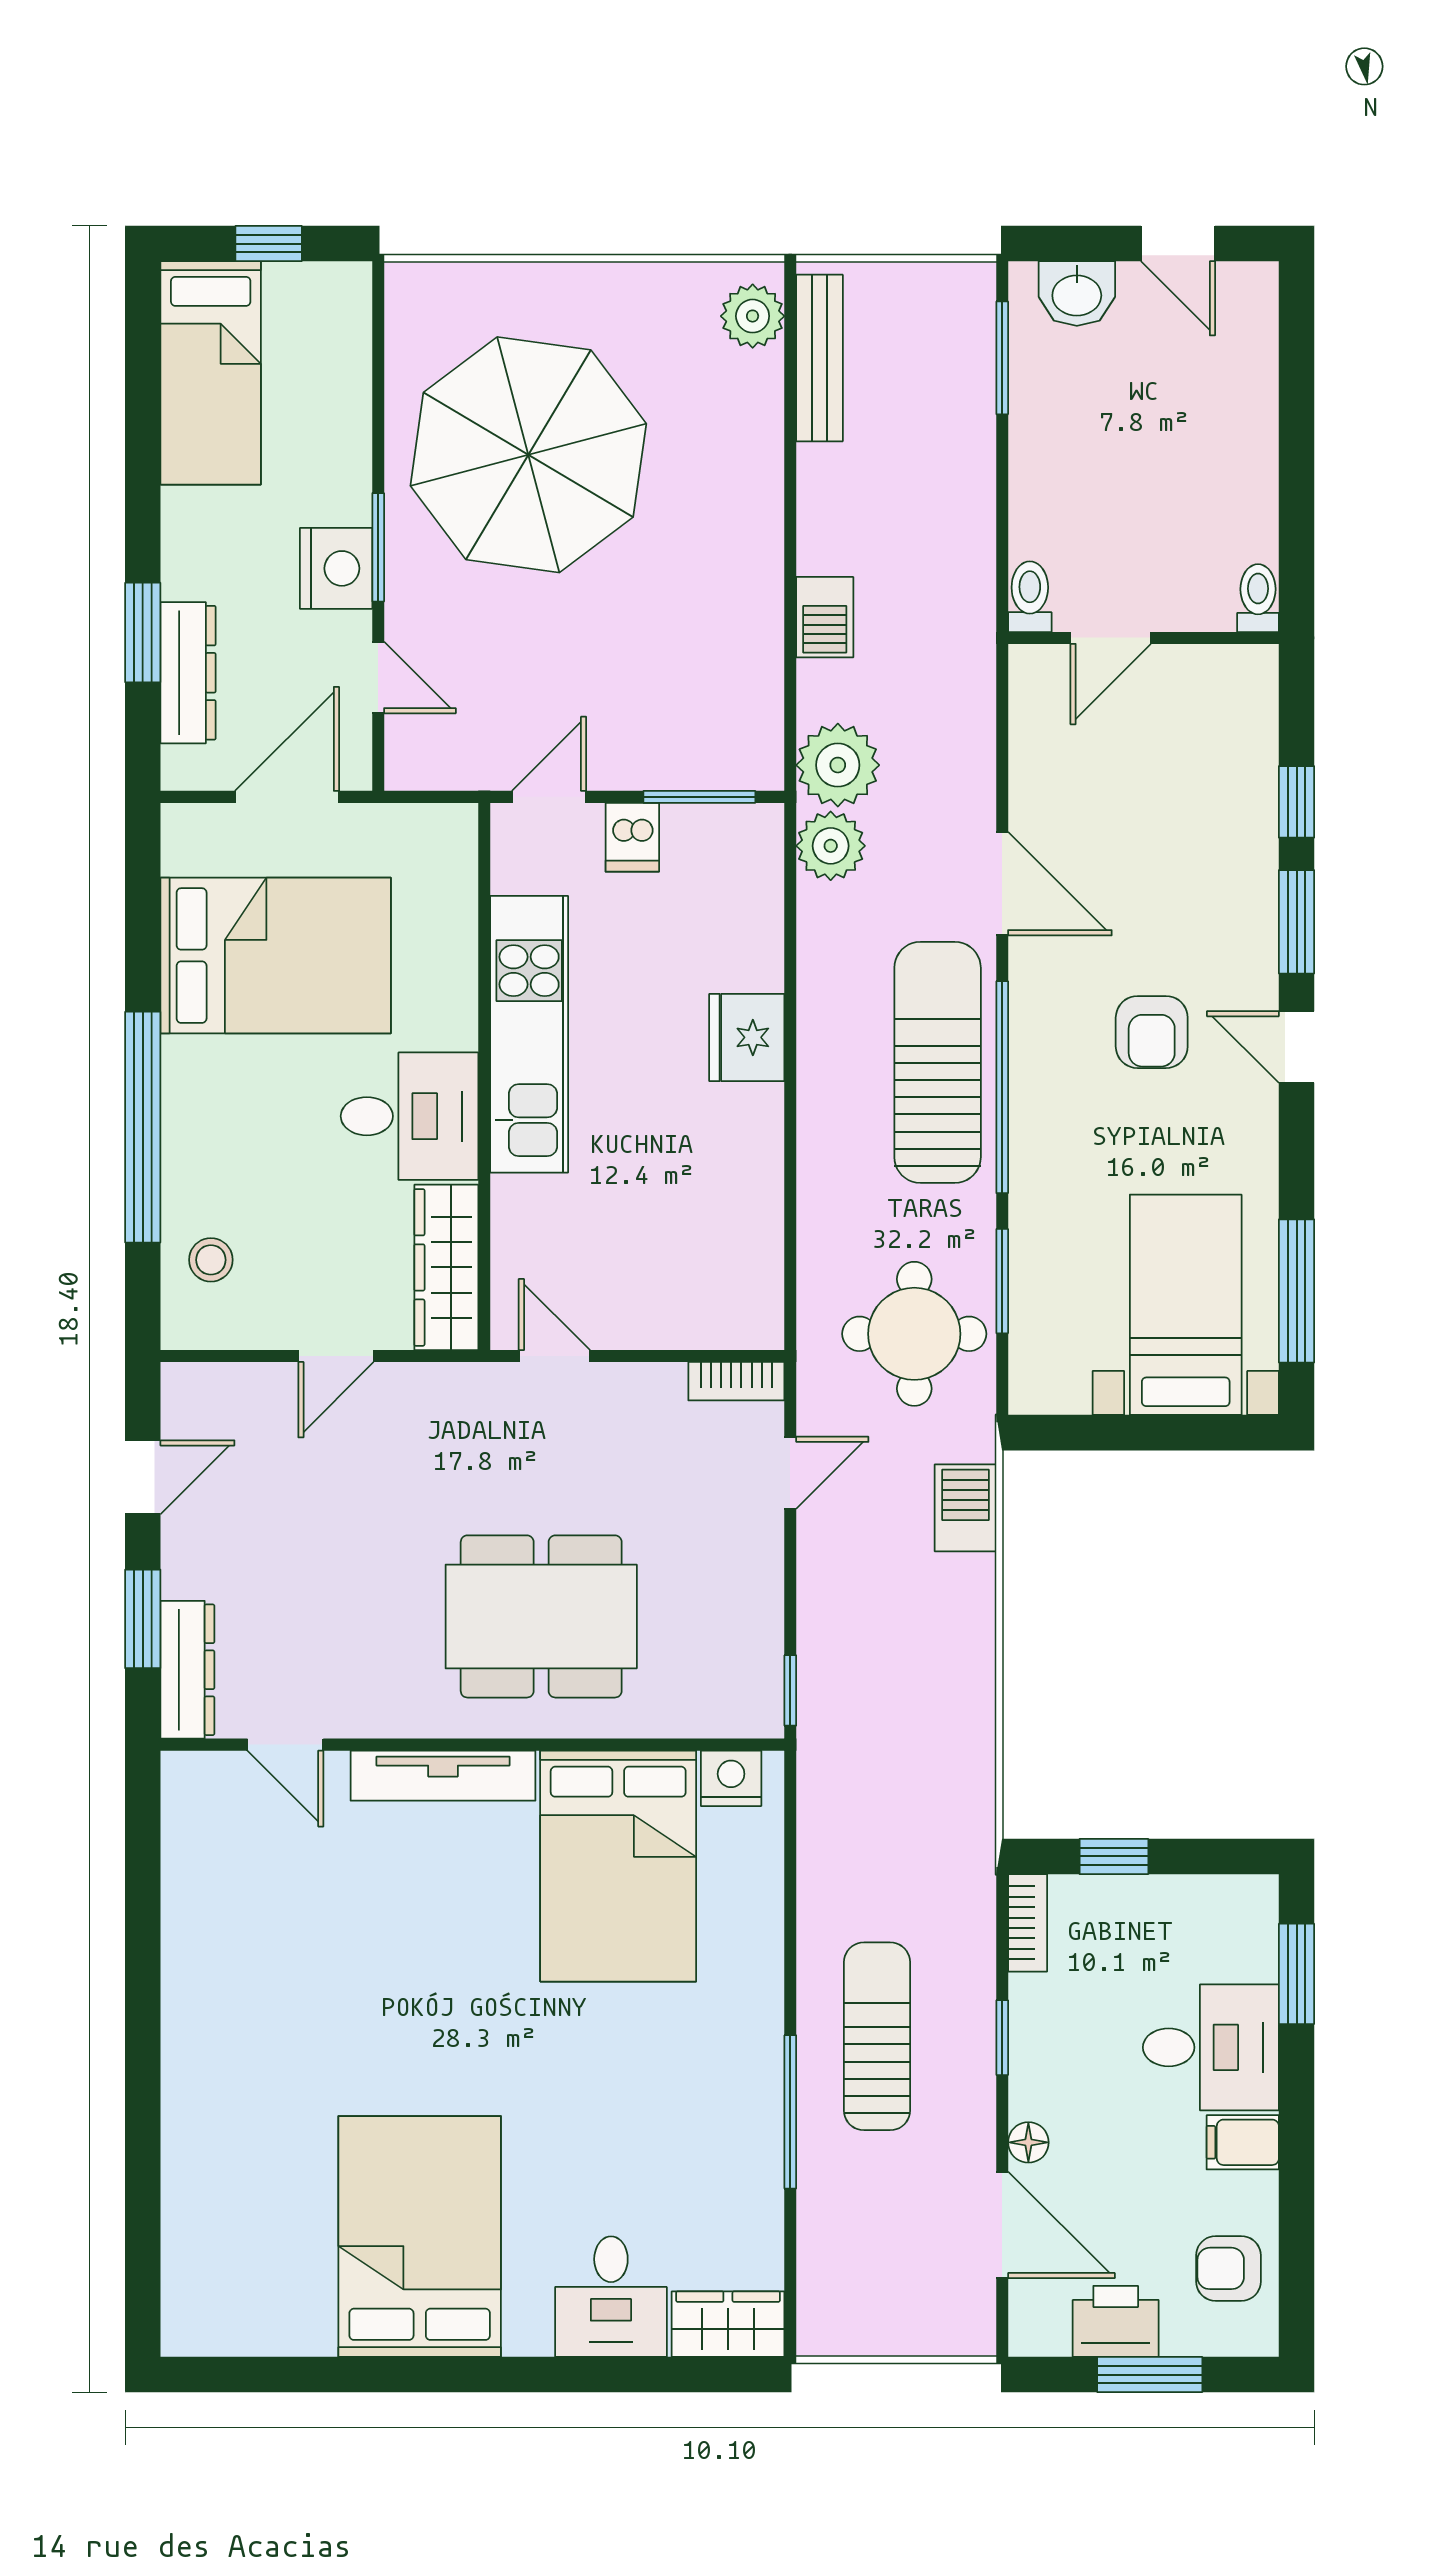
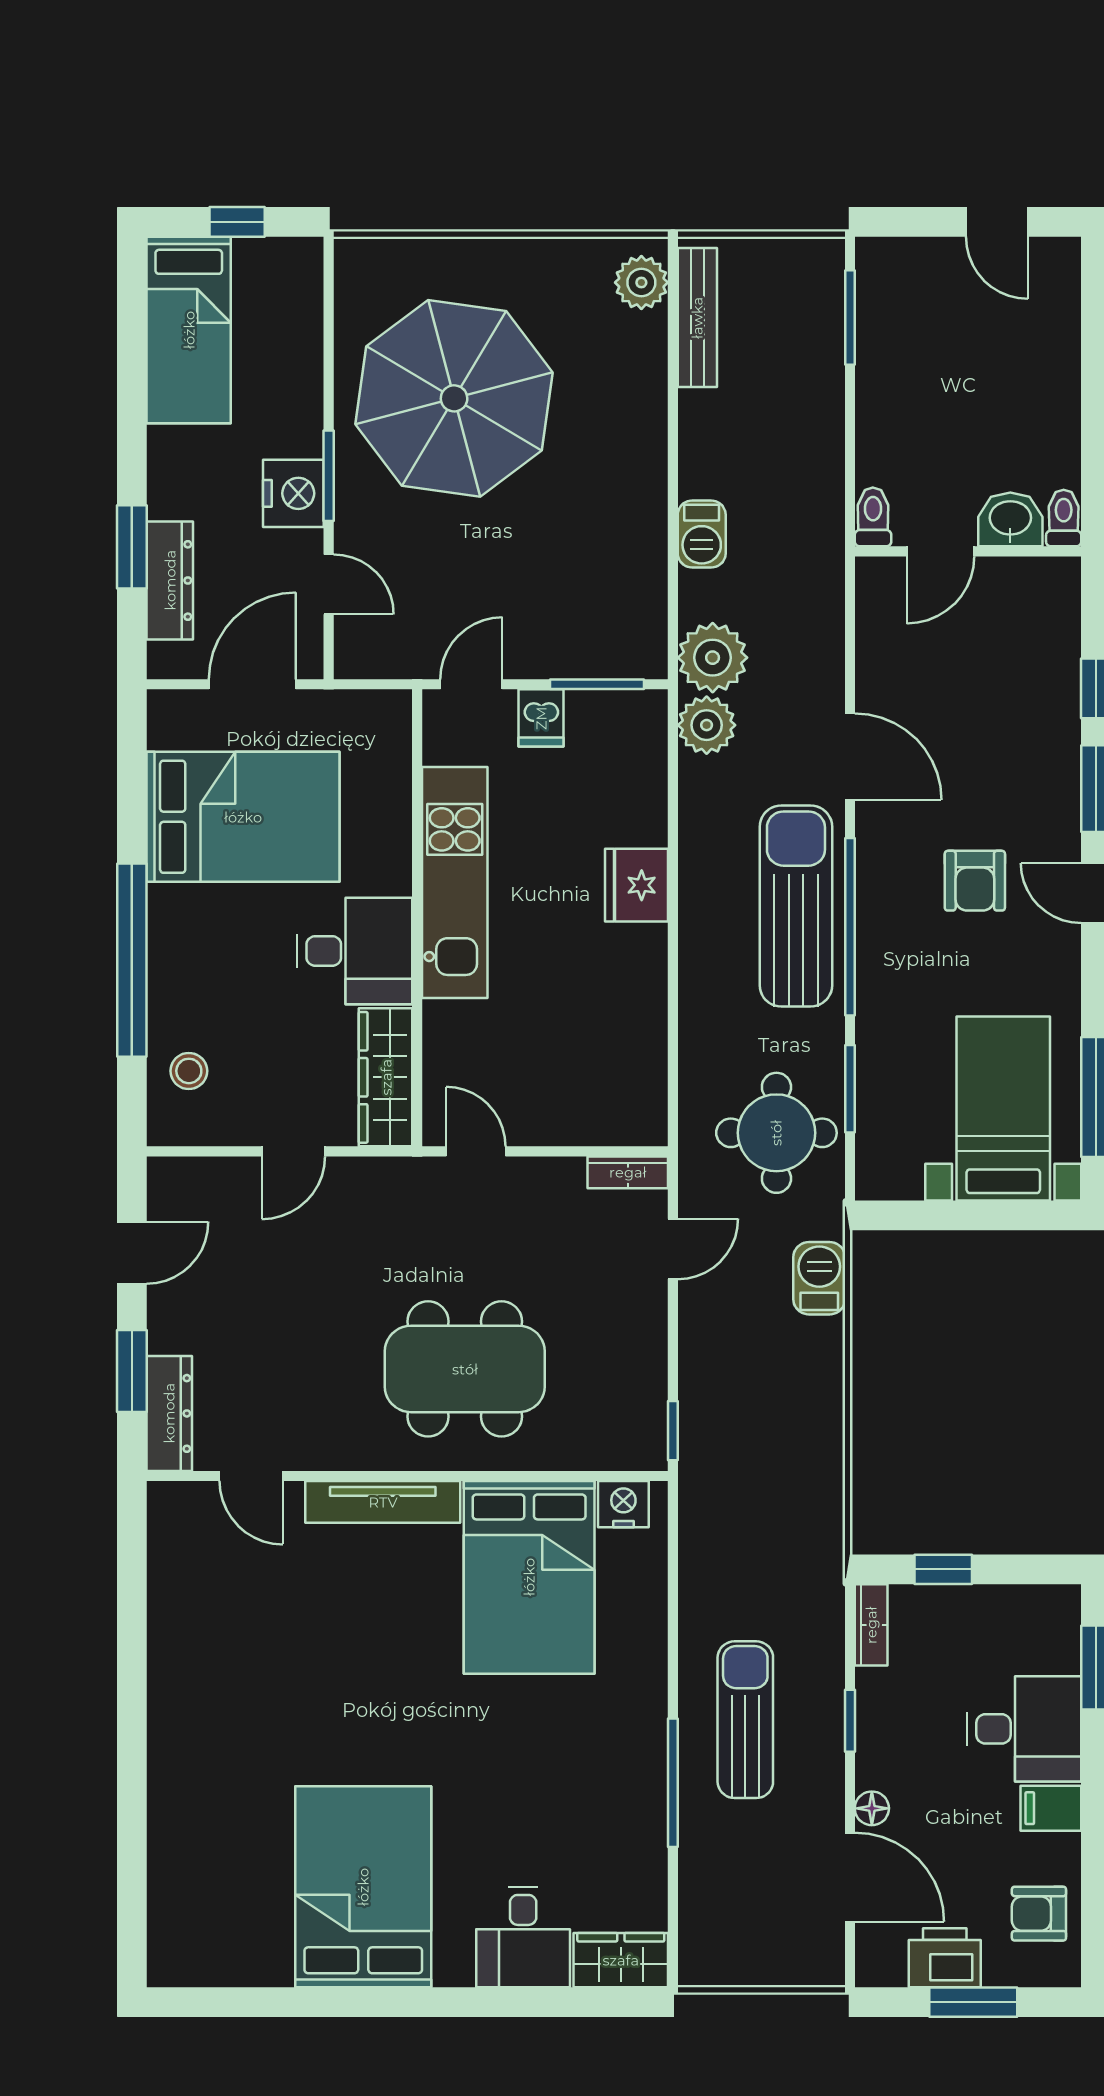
washbasin: (1077, 294) -> (1010, 519), moved, turned 180

